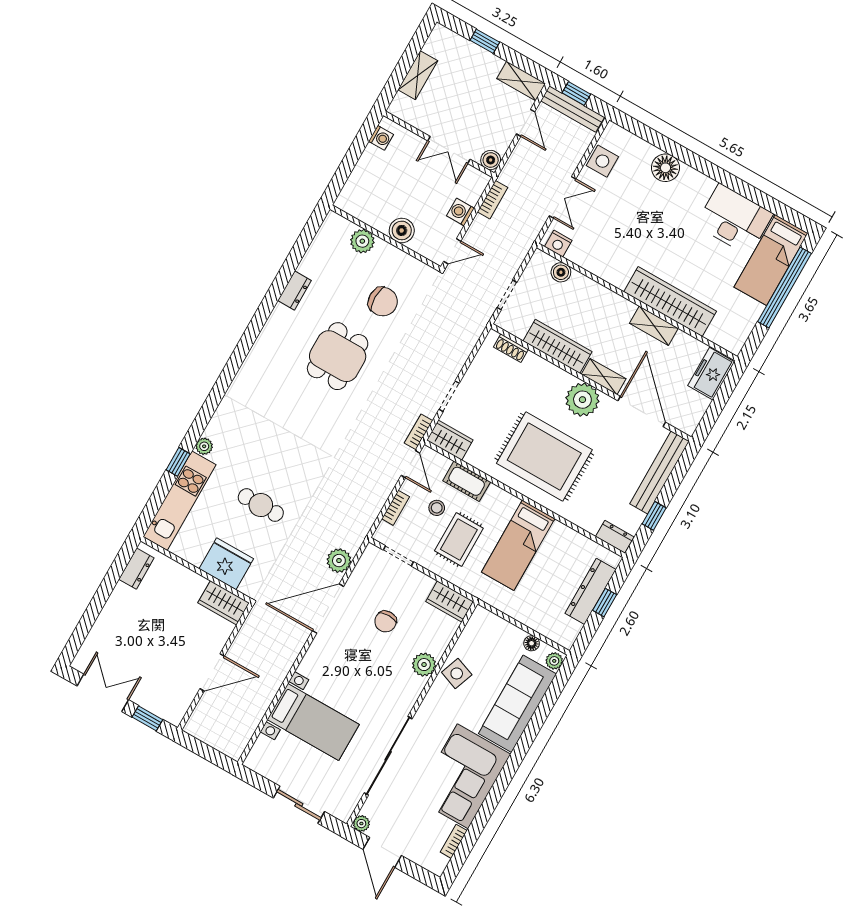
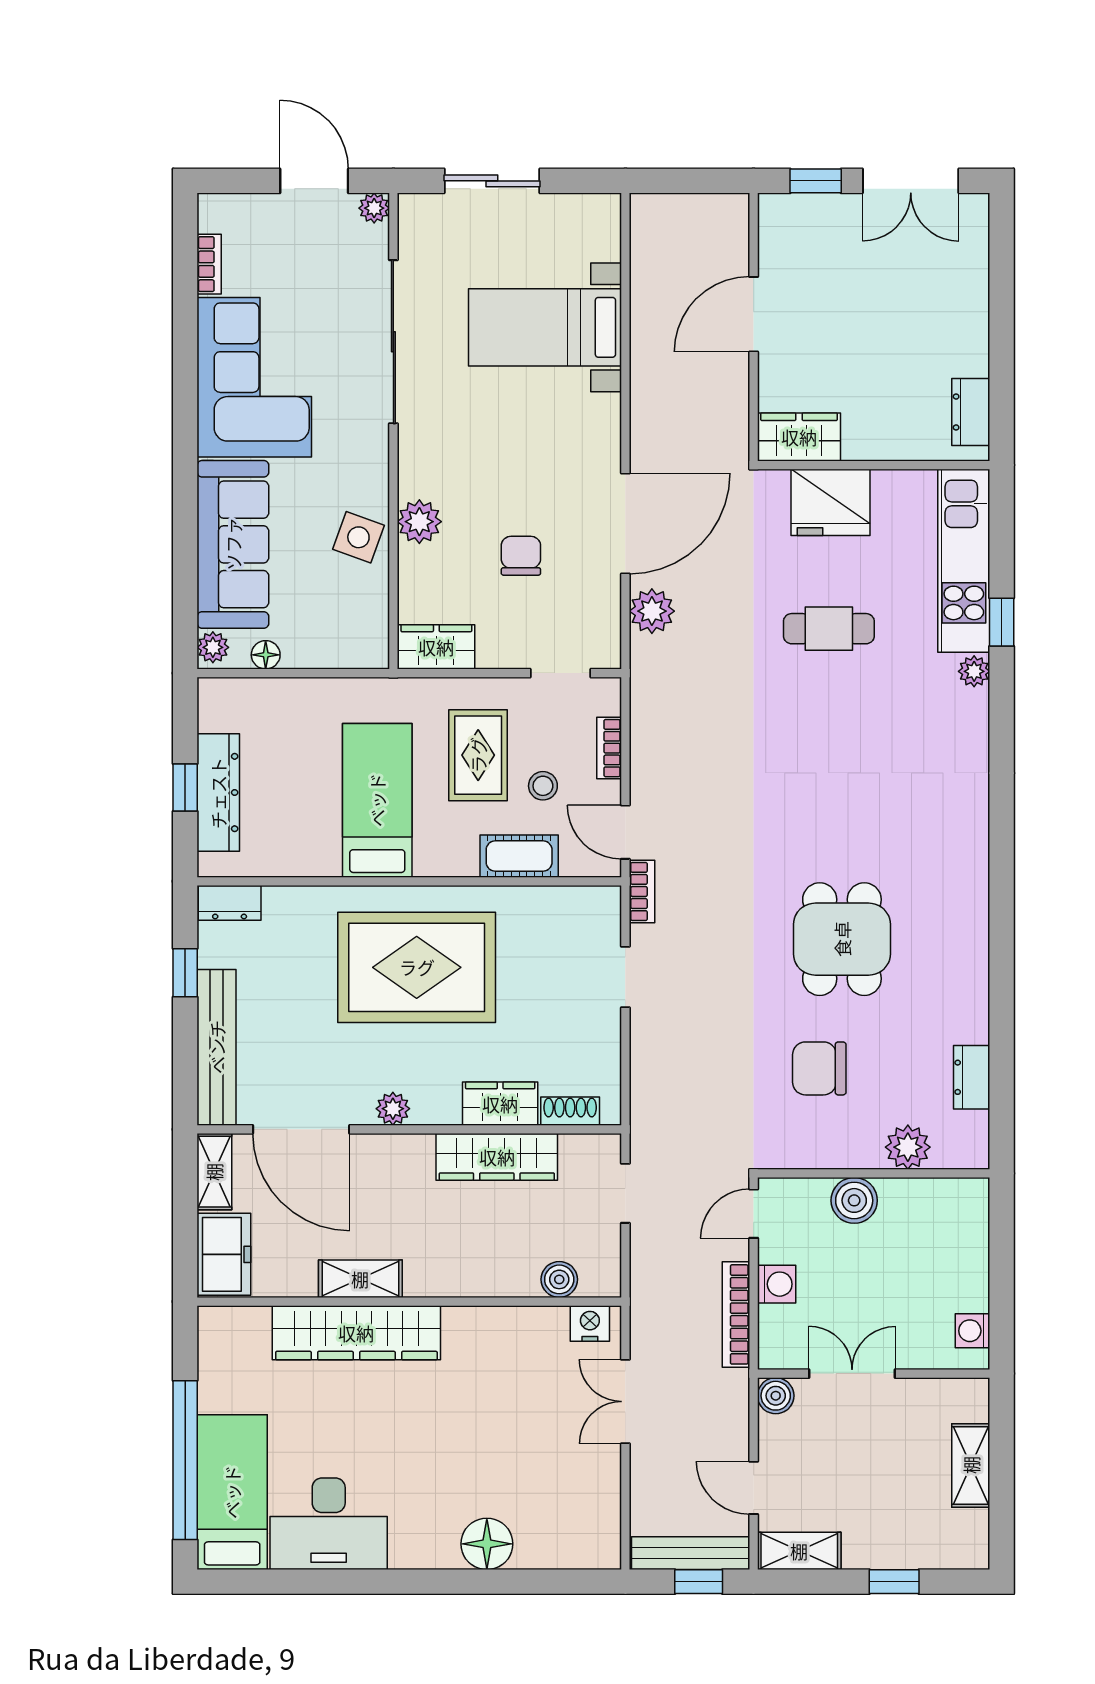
side table: (602, 161) -> (594, 1497), removed
bookcase: (493, 200) -> (736, 1314), width x1.56
dresser: (294, 291) -> (972, 1077), moved
shelving: (604, 377) -> (214, 1172), moved, turned 90
plant: (582, 400) -> (393, 1109), width x0.53, depth x0.53
wardrobe: (450, 440) -> (500, 1104), moved, turned 180

